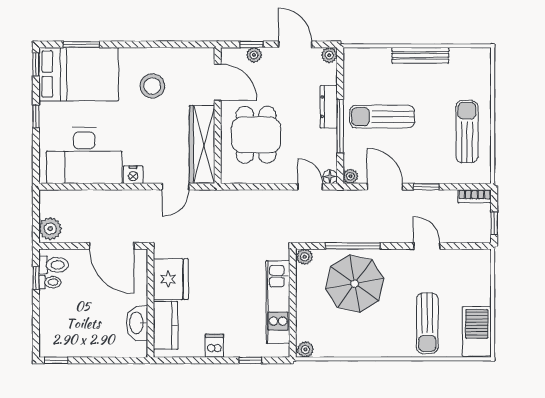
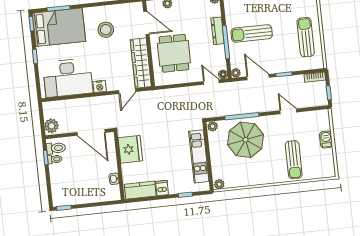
washbasin: (137, 323) -> (114, 179), width x0.52, depth x0.69
kitchen counter: (166, 325) -> (140, 190), moved, turned -90
barbecue: (477, 331) -> (326, 140), moved, width x0.53, depth x0.65

